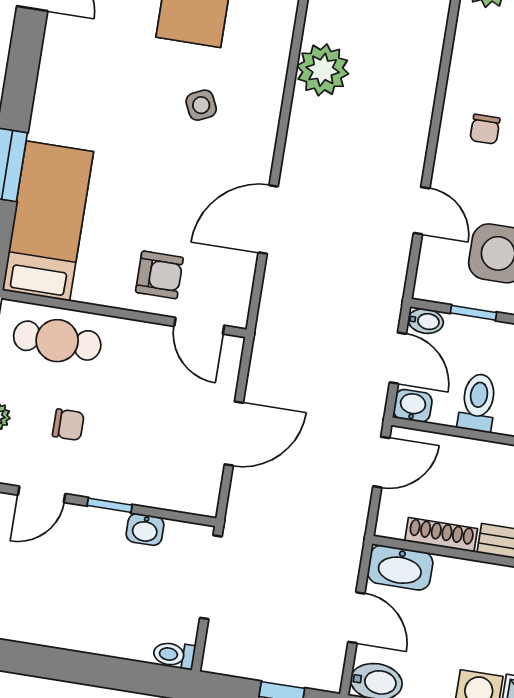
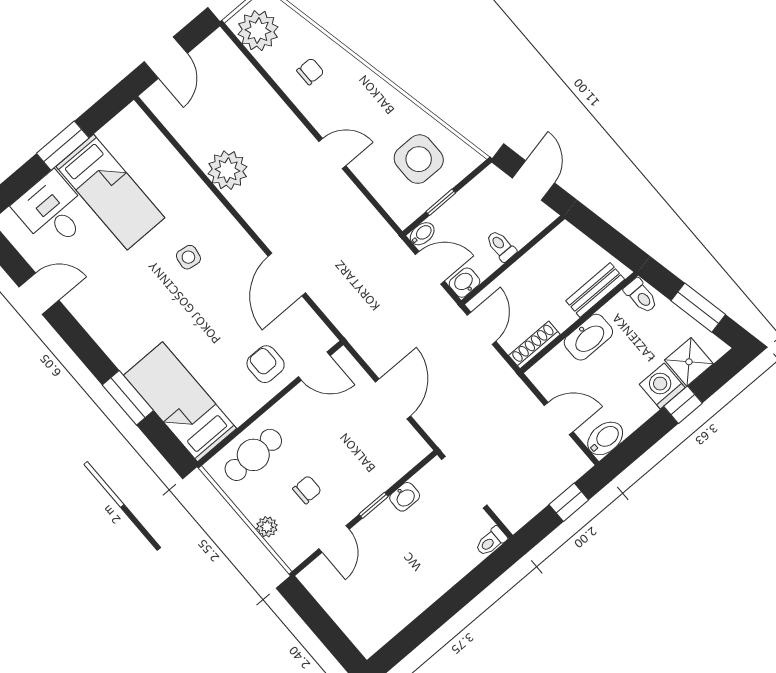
side table: (201, 105) -> (188, 257), turned 34
chair: (485, 129) -> (310, 71), moved, turned -90
door: (422, 211) -> (332, 154), moved
armchair: (159, 275) -> (266, 364), turned -90
toilet: (478, 403) -> (501, 246), width x0.73, depth x0.72
shoe rack: (441, 535) -> (534, 345), moved
washbasin: (400, 568) -> (588, 337), moved

